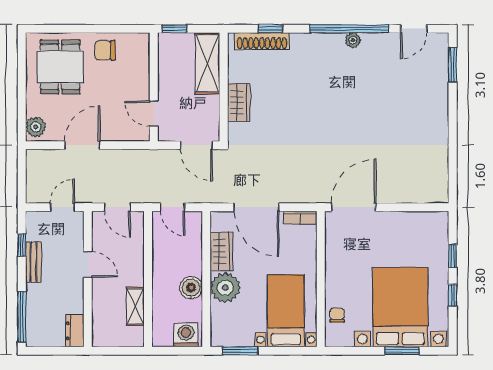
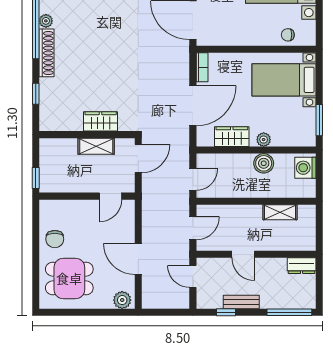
shoe rack: (262, 41) -> (47, 53), moved
shelving: (207, 63) -> (96, 146), moved, width x0.67, depth x0.75
door: (88, 264) -> (243, 254), swing flipped
plant: (225, 288) -> (264, 140), width x0.53, depth x0.53

